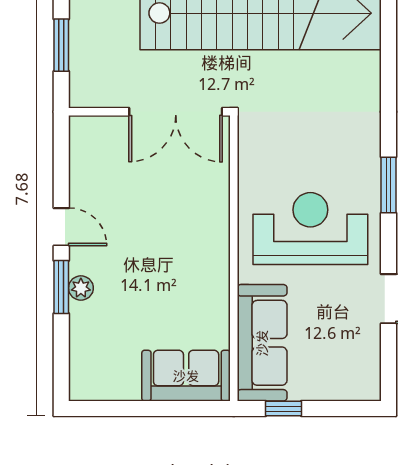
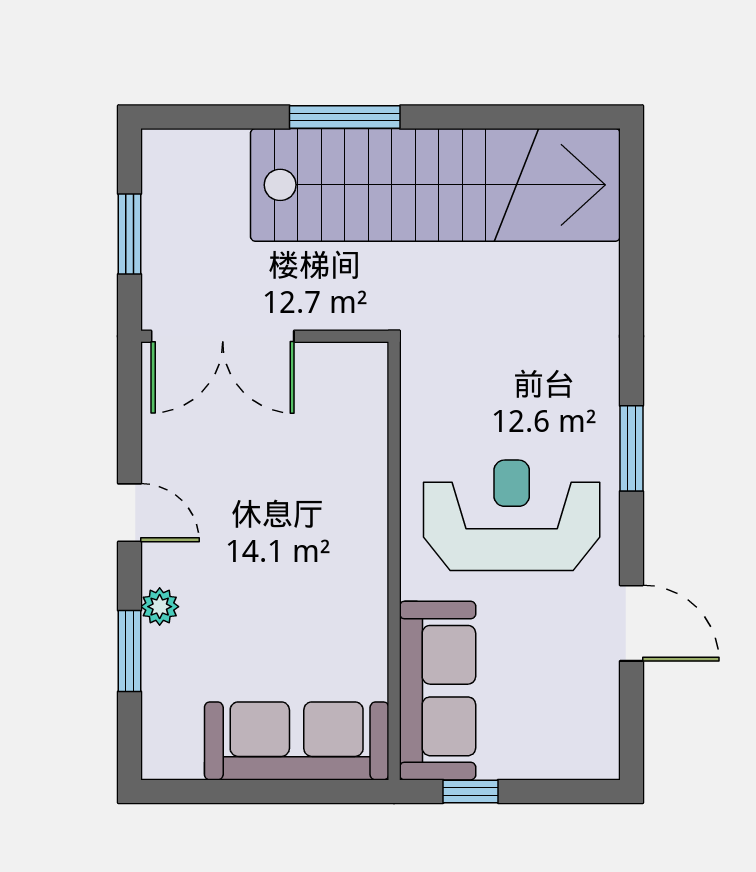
double door: (176, 112) -> (223, 336), moved
window: (61, 287) -> (130, 651), moved
sofa: (186, 376) -> (297, 741), width x1.36

